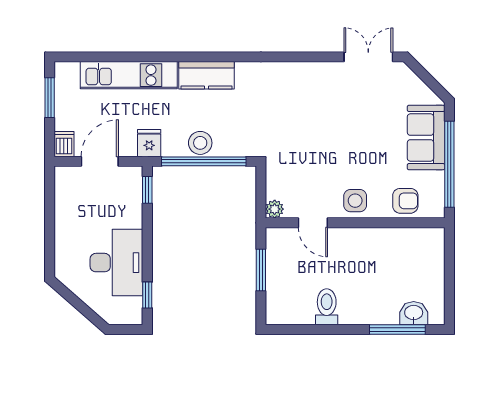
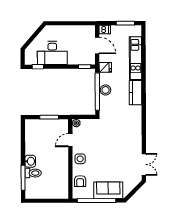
toilet: (327, 307) -> (33, 173), moved
washbasin: (414, 313) -> (30, 161), moved

